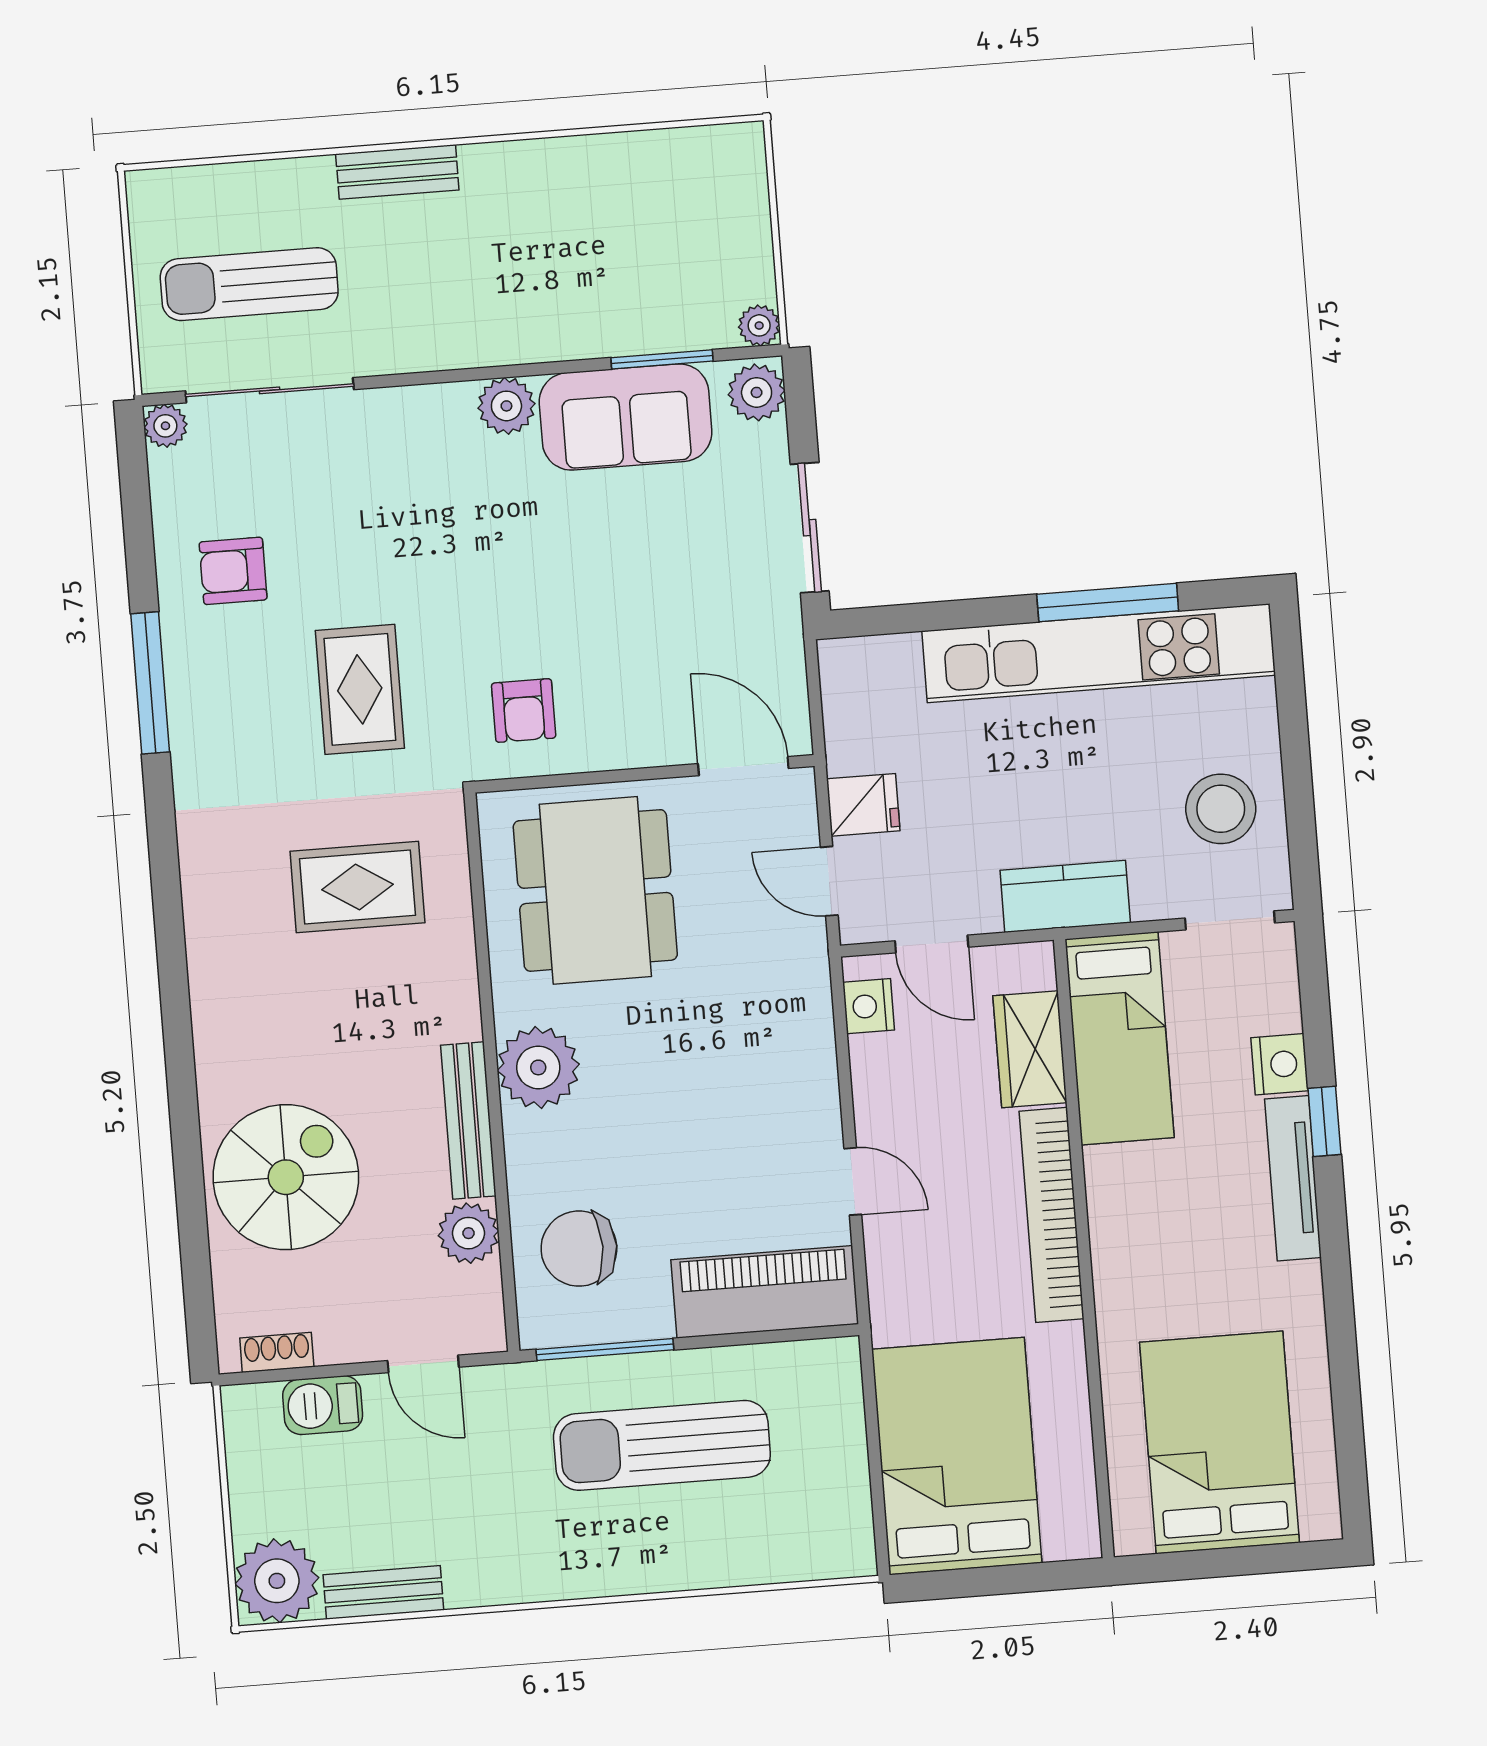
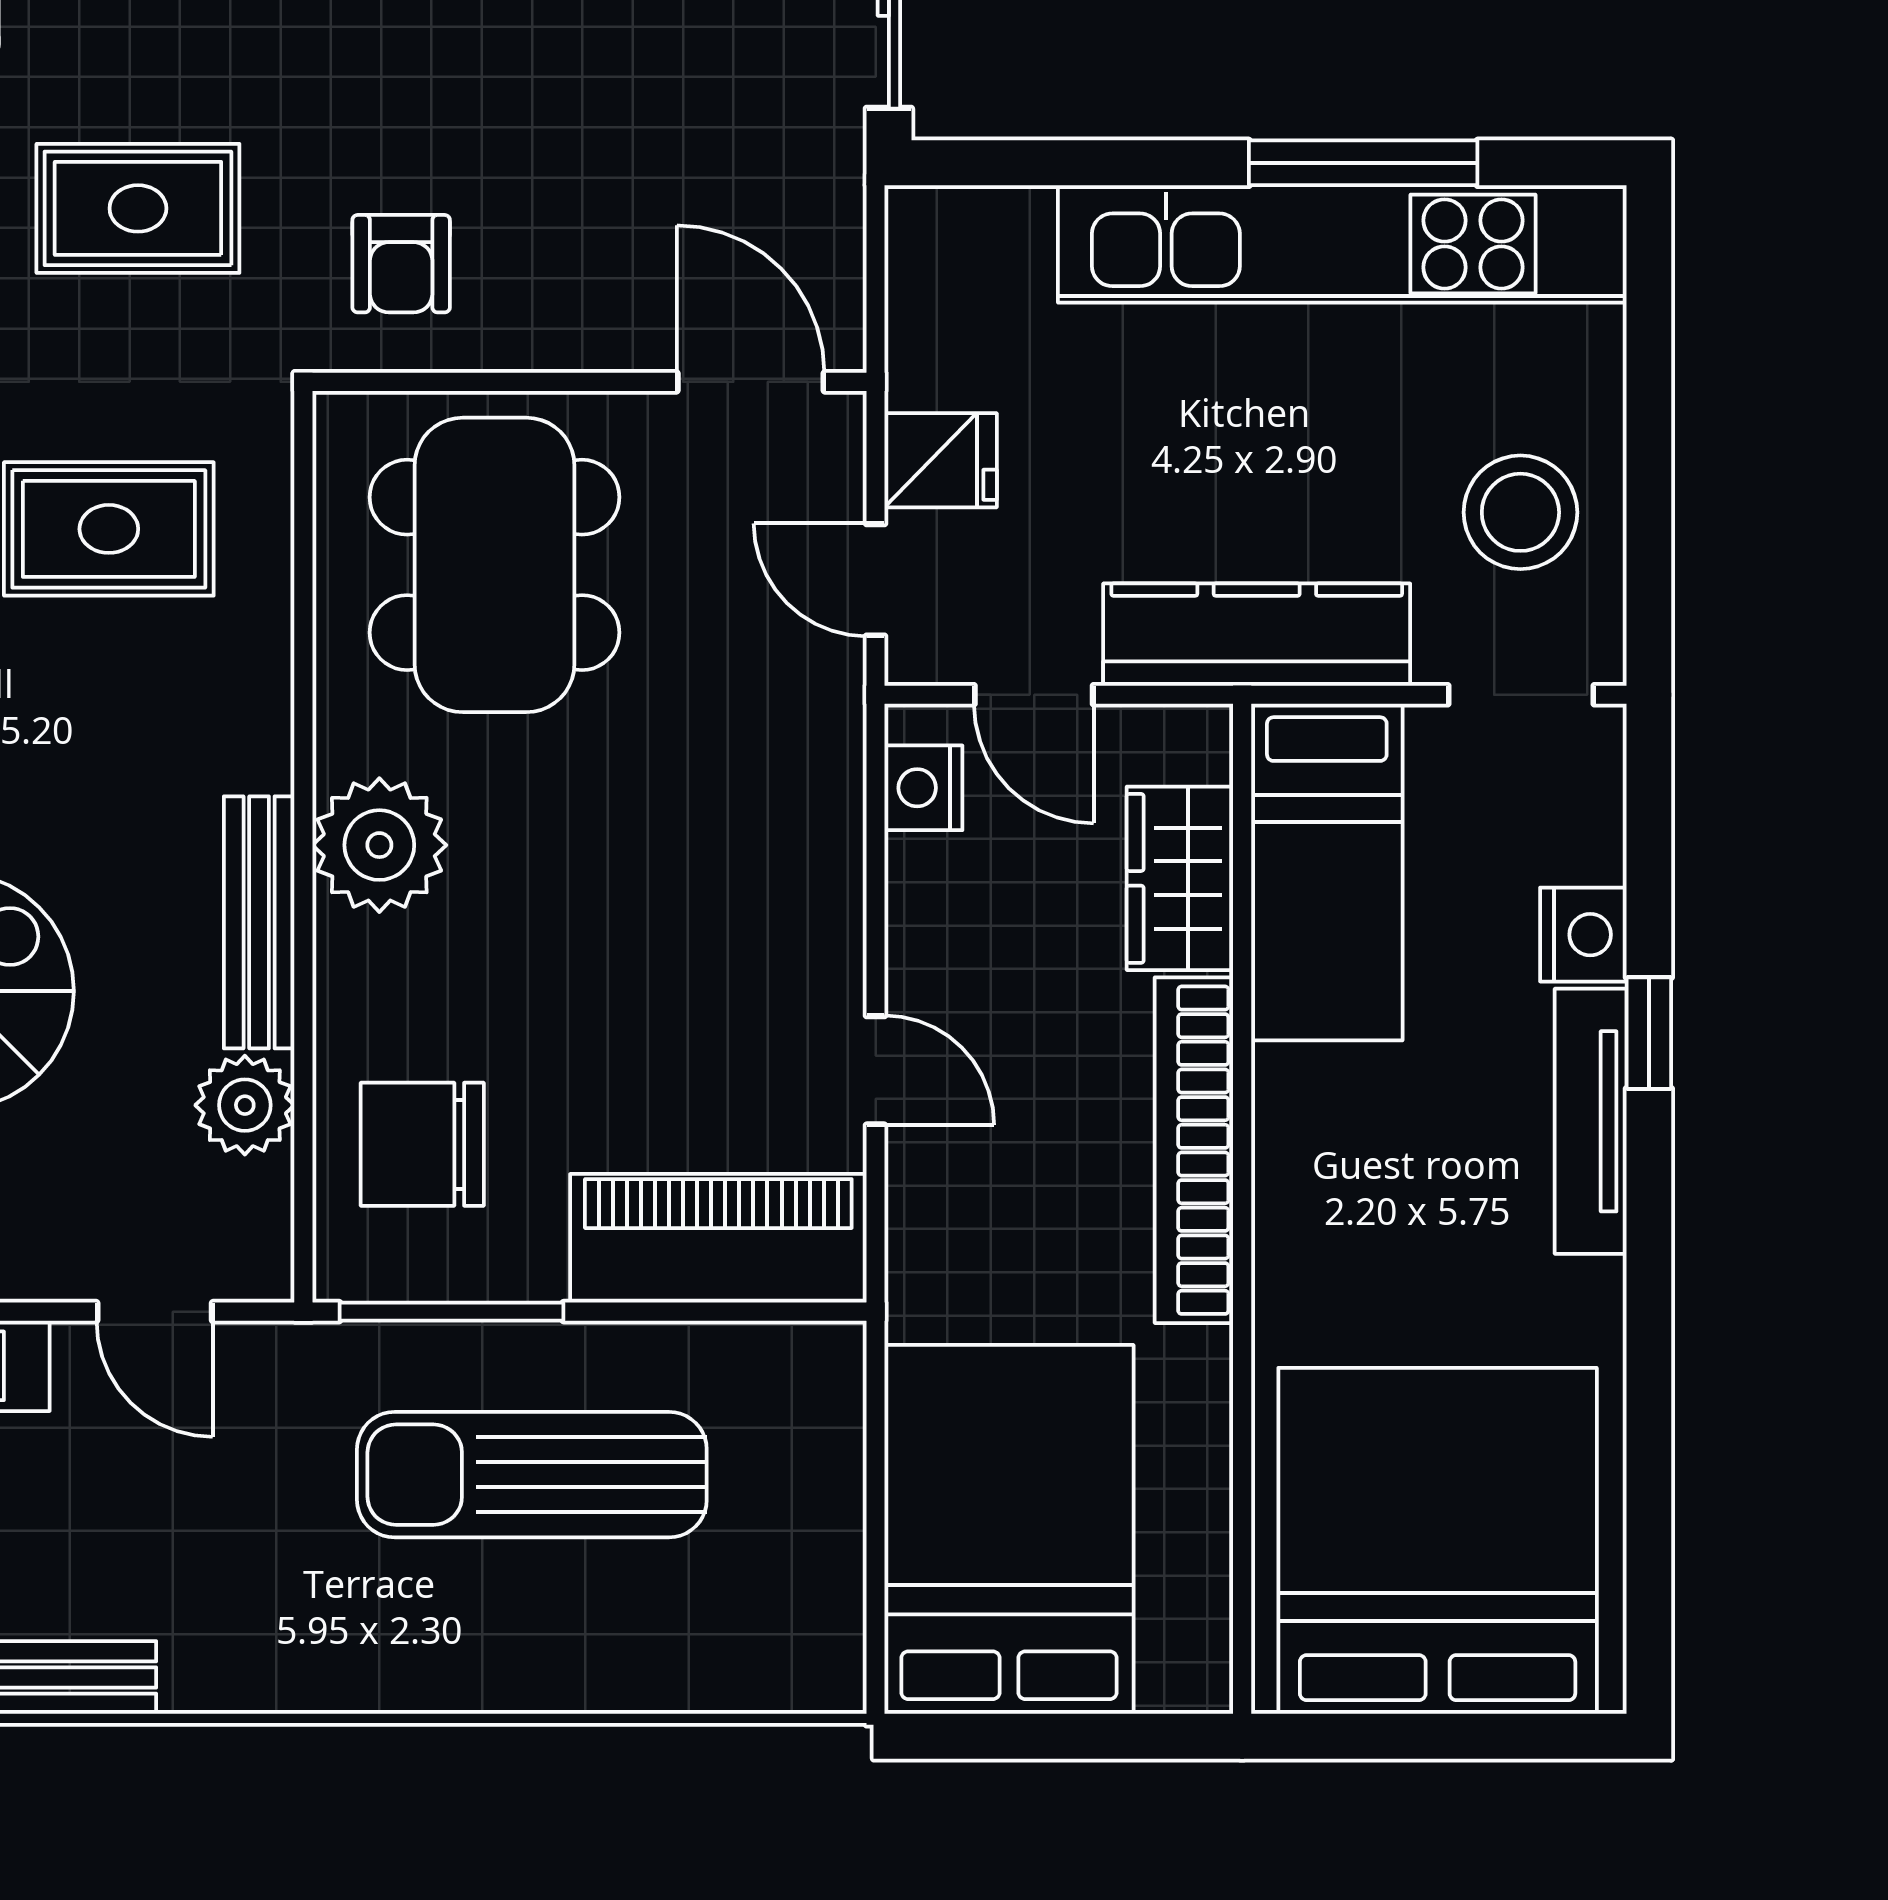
rug: (360, 689) -> (138, 208), turned 90
kitchen counter: (1065, 896) -> (1257, 635), width x1.50
bed: (1220, 1442) -> (1438, 1541), width x1.36

